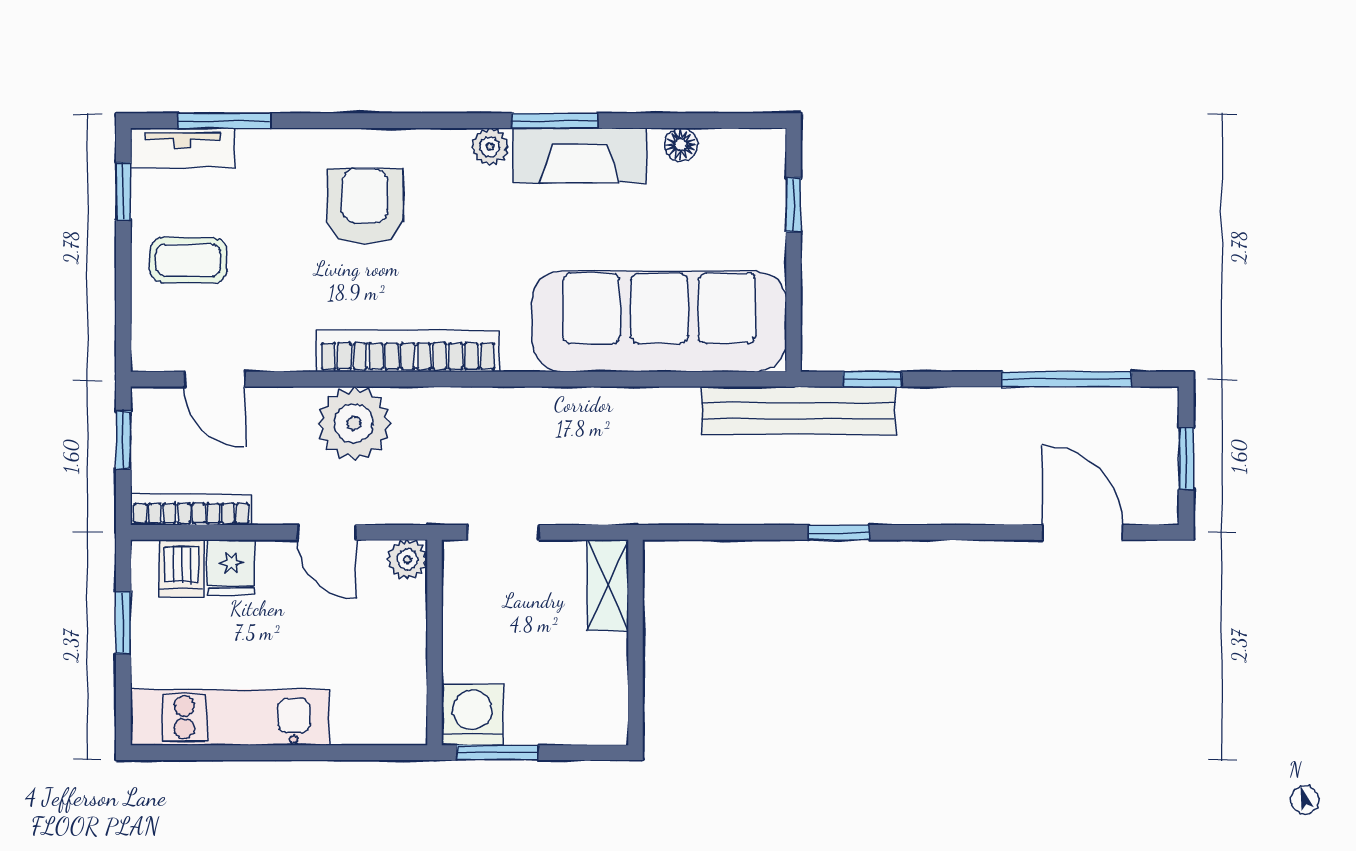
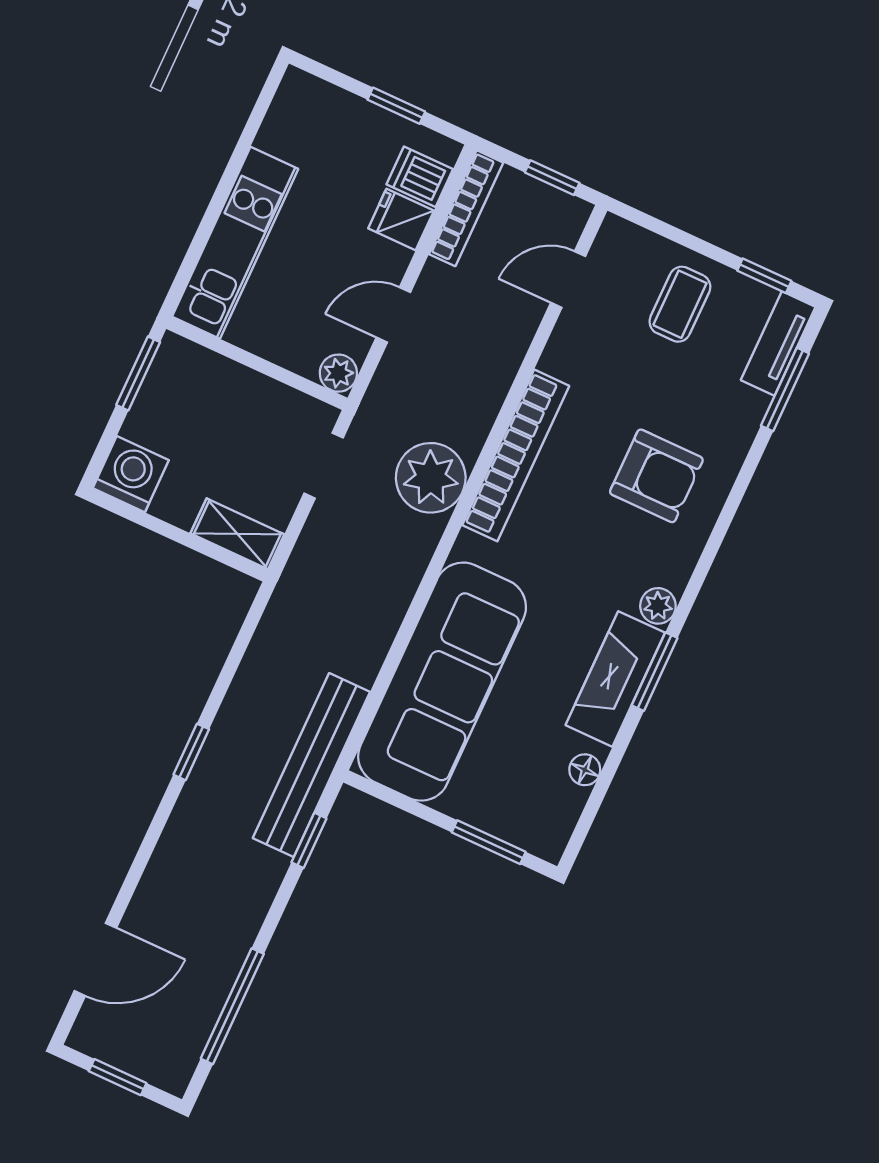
window: (794, 205) -> (489, 842), width x1.50
plant: (354, 423) -> (431, 478), moved
washing machine: (472, 715) -> (131, 474), moved, turned -90
kitchen unit: (230, 717) -> (235, 243), moved

